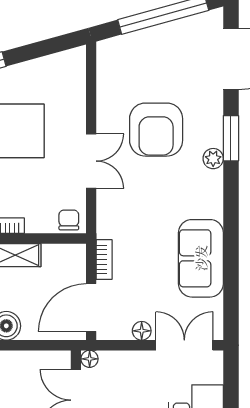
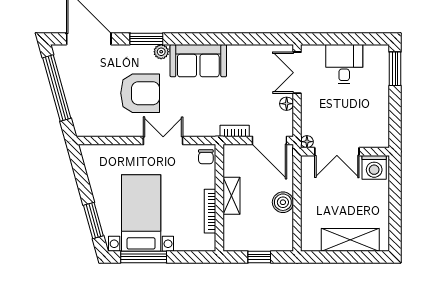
chair: (69, 220) -> (206, 157), turned -90
sofa: (201, 258) -> (198, 61), moved

